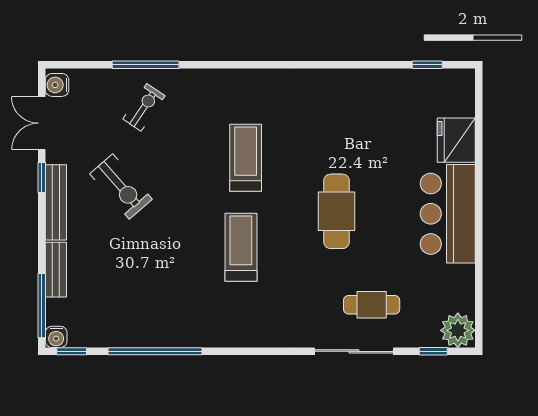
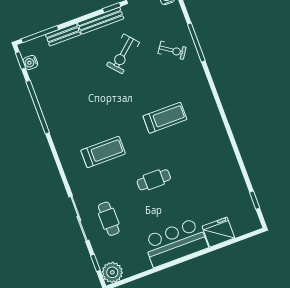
cafe table: (337, 211) -> (154, 180), width x0.73, depth x0.74
treadmill: (241, 247) -> (103, 152), moved
water cooler: (56, 337) -> (30, 62), moved

